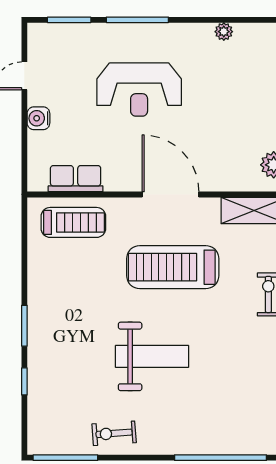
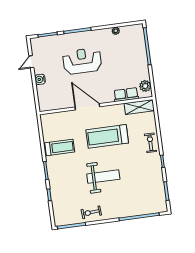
reception desk: (139, 89) -> (82, 61), turned 180
row of seats: (76, 179) -> (126, 95), moved
door: (170, 194) -> (87, 107), moved
treadmill: (73, 222) -> (60, 147), moved

